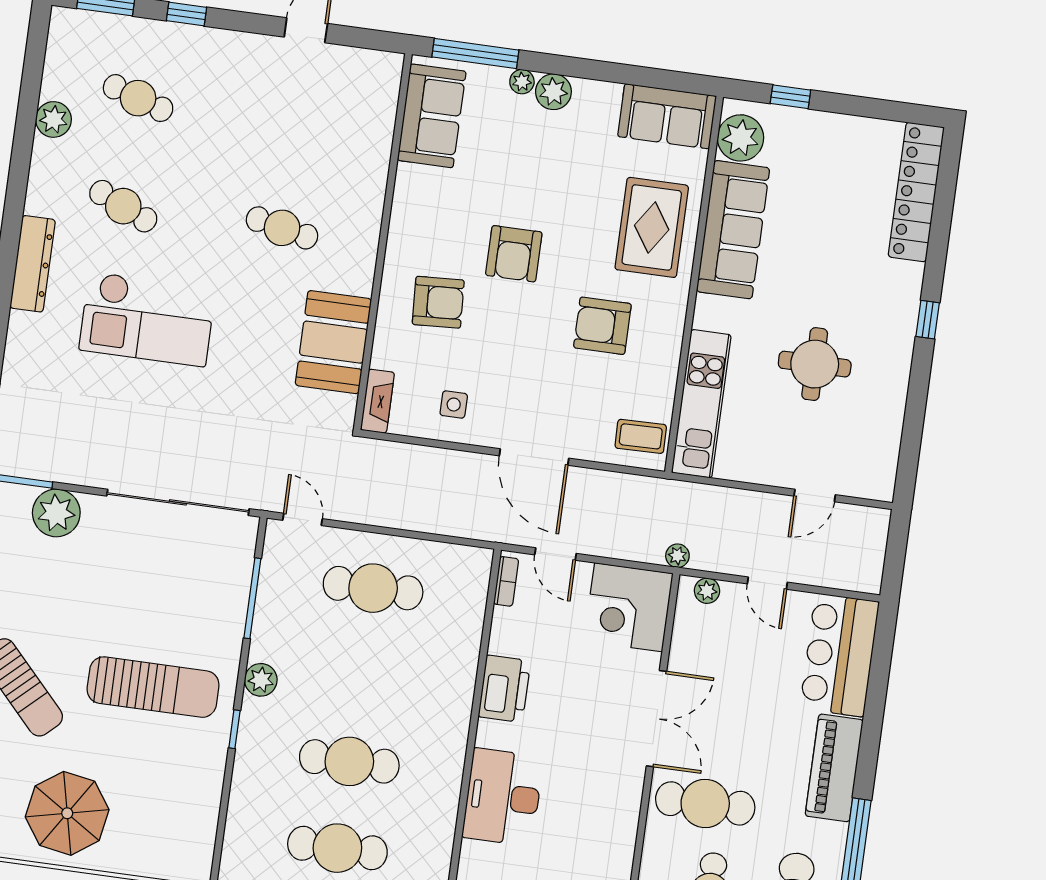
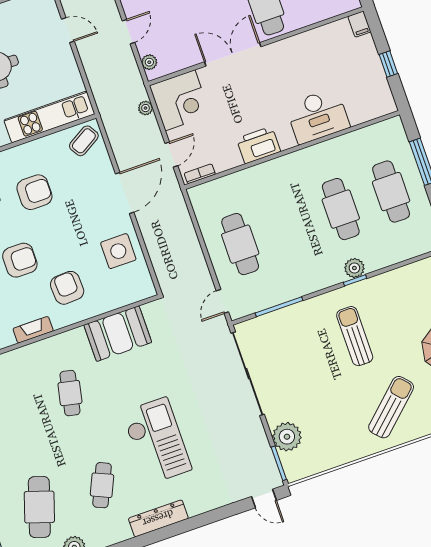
cafe table: (138, 98) -> (39, 507), width x1.37, depth x1.35
armchair: (602, 326) -> (34, 192), turned -90
fireplace: (377, 401) -> (33, 330), moved
side table: (454, 405) -> (118, 251), width x1.87, depth x1.87
coffee table: (641, 436) -> (84, 141), turned 60
plant: (677, 556) -> (146, 108), moved
plant: (261, 680) -> (354, 268), moved
sun lounger: (153, 687) -> (355, 336), width x0.73, depth x0.75

